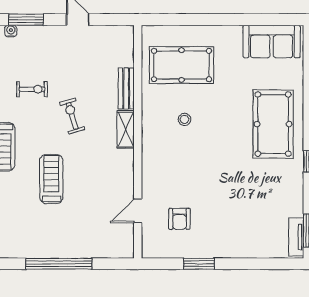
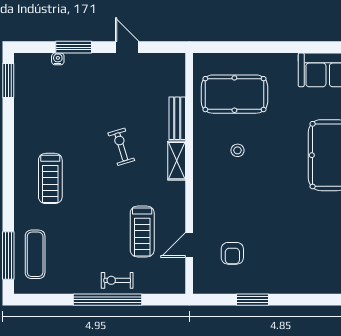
exercise bike: (32, 89) -> (117, 280), moved, turned 180
treadmill: (51, 179) -> (142, 231), moved, turned 180

